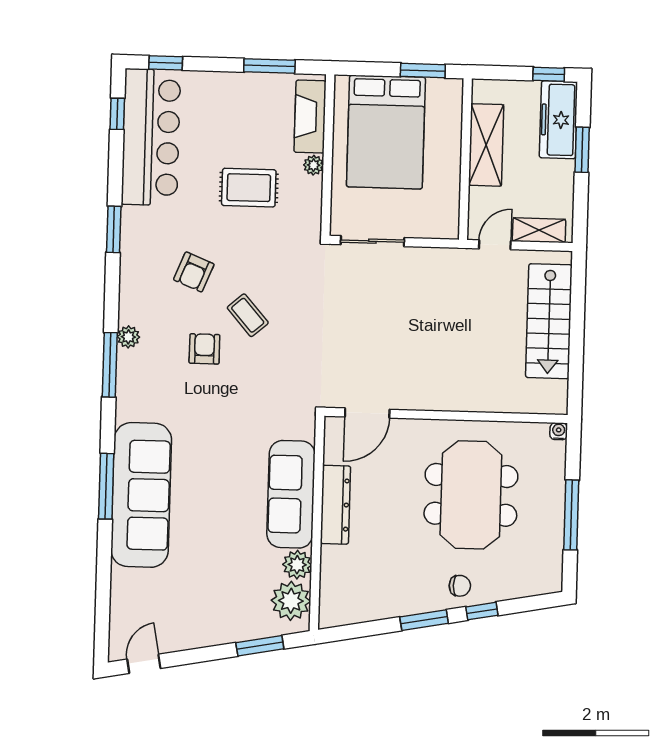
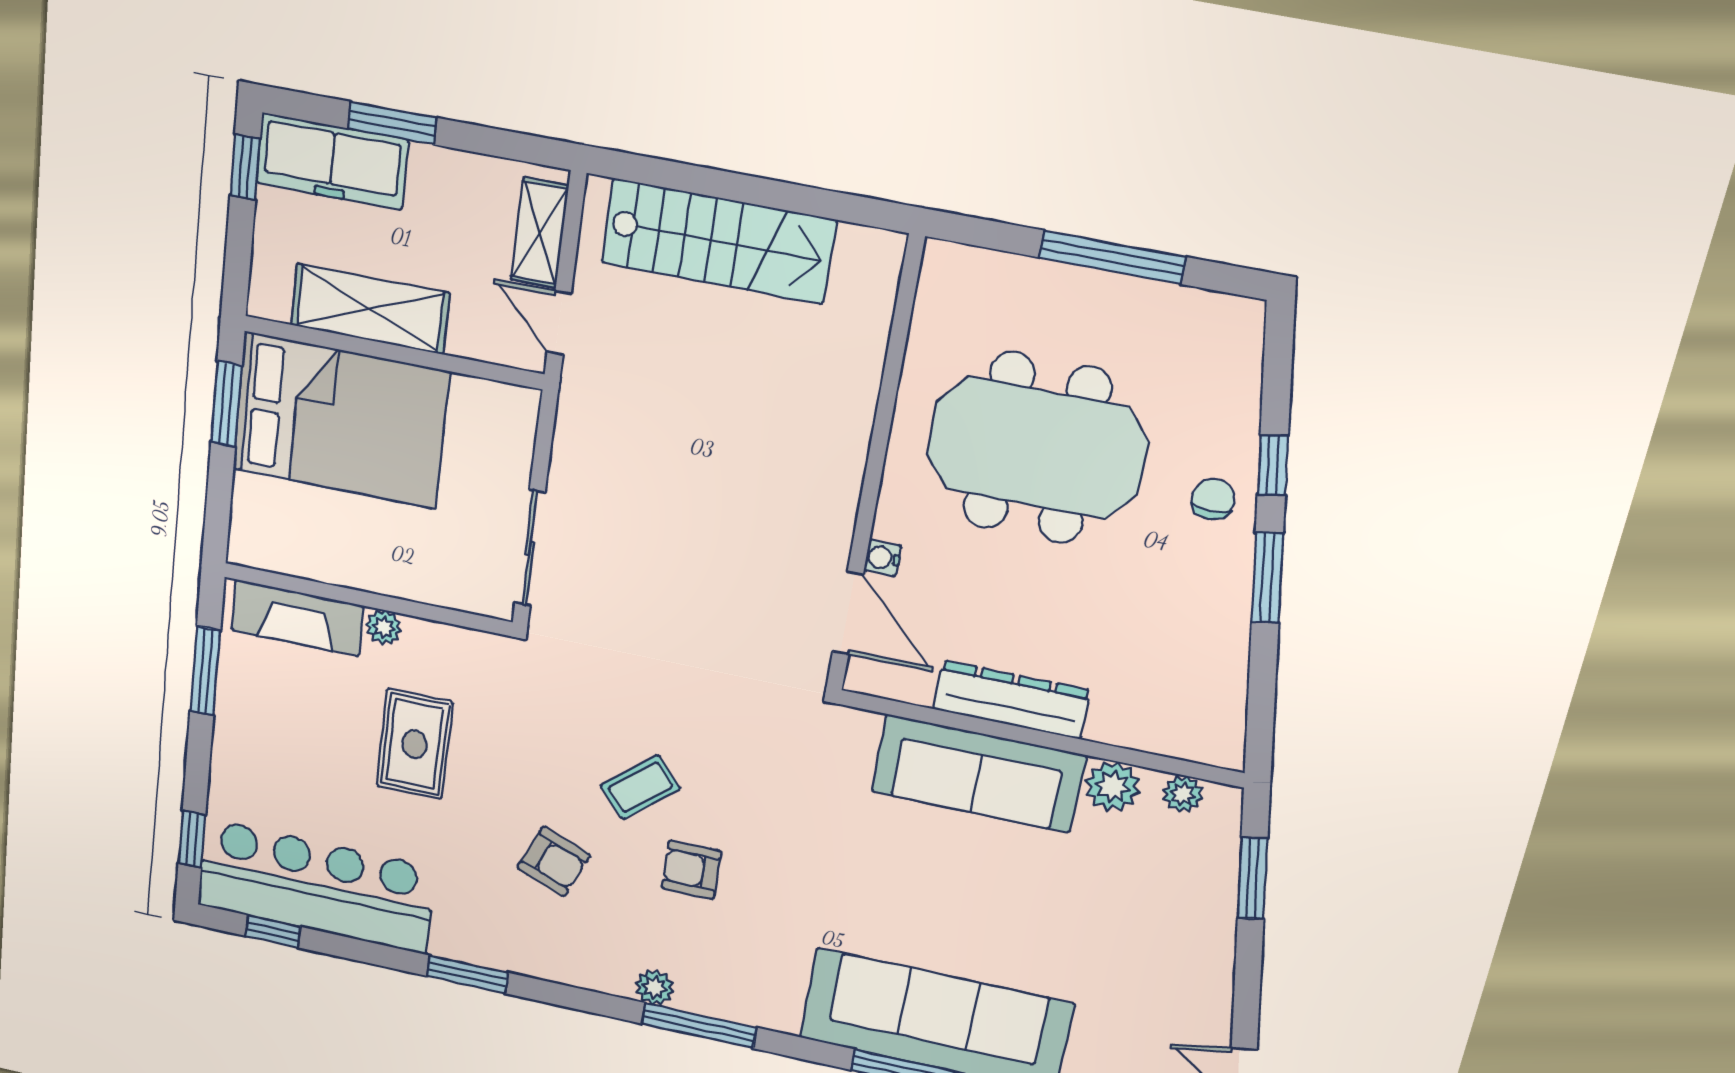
bed: (386, 132) -> (340, 421), moved
water cooler: (559, 431) -> (883, 558), moved
plant: (291, 601) -> (1183, 794), width x0.53, depth x0.53

